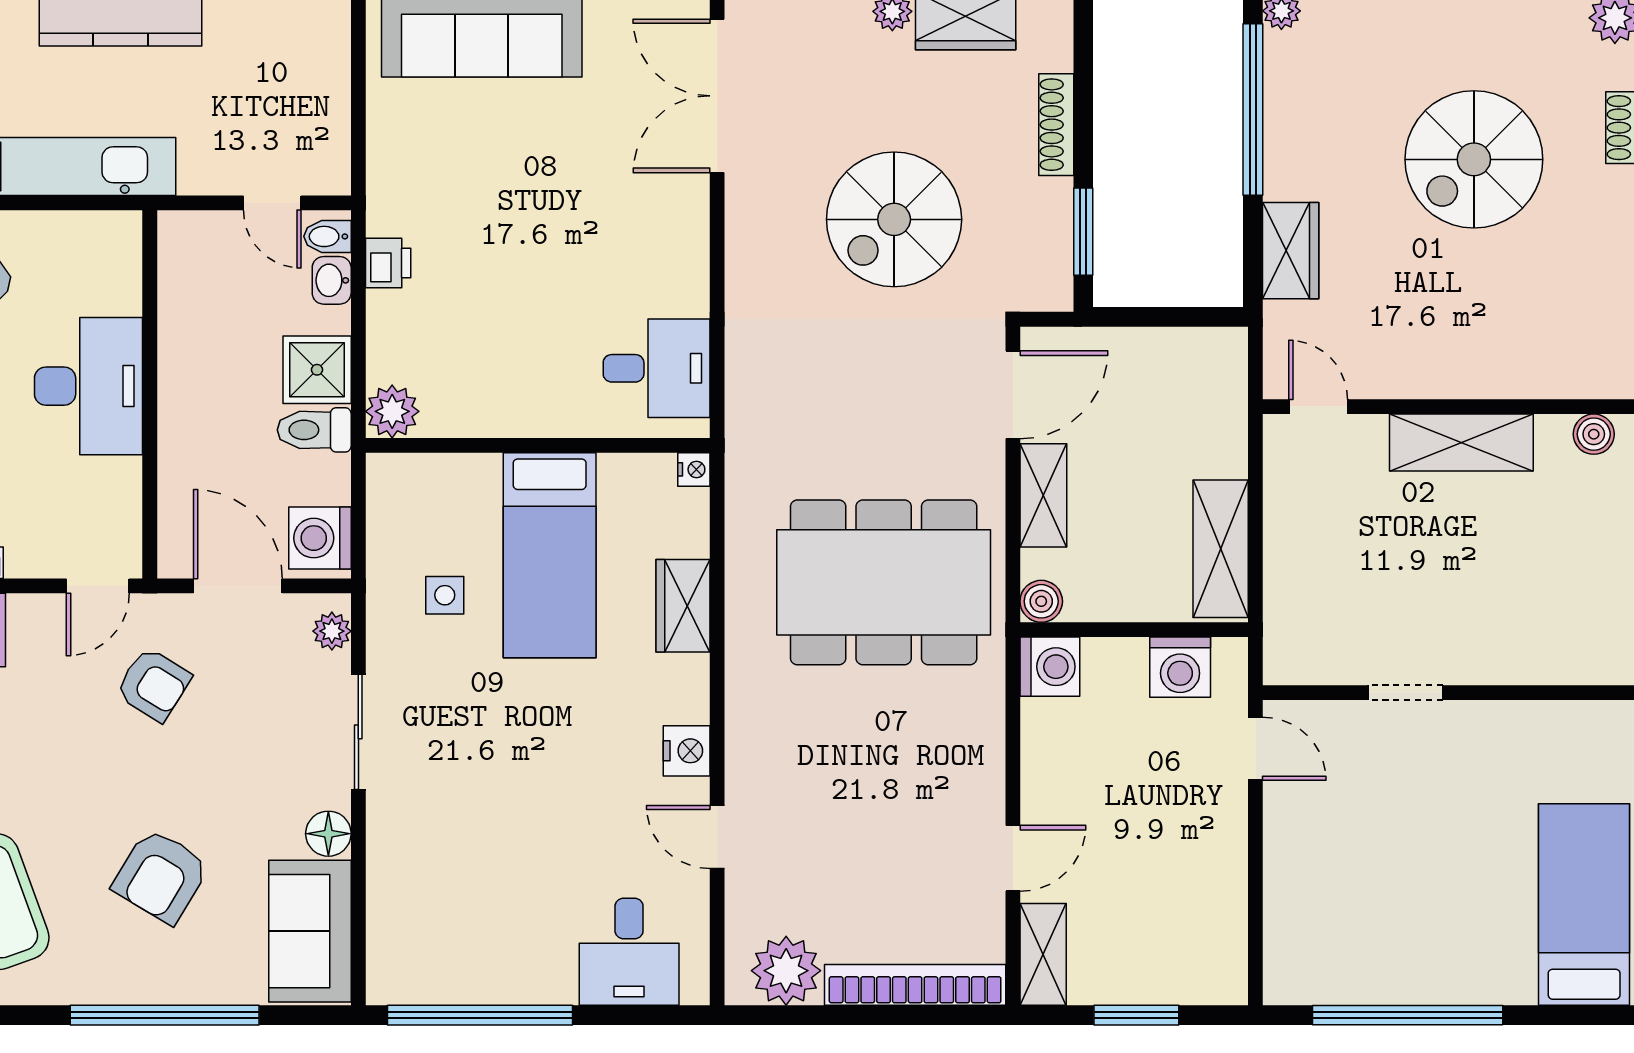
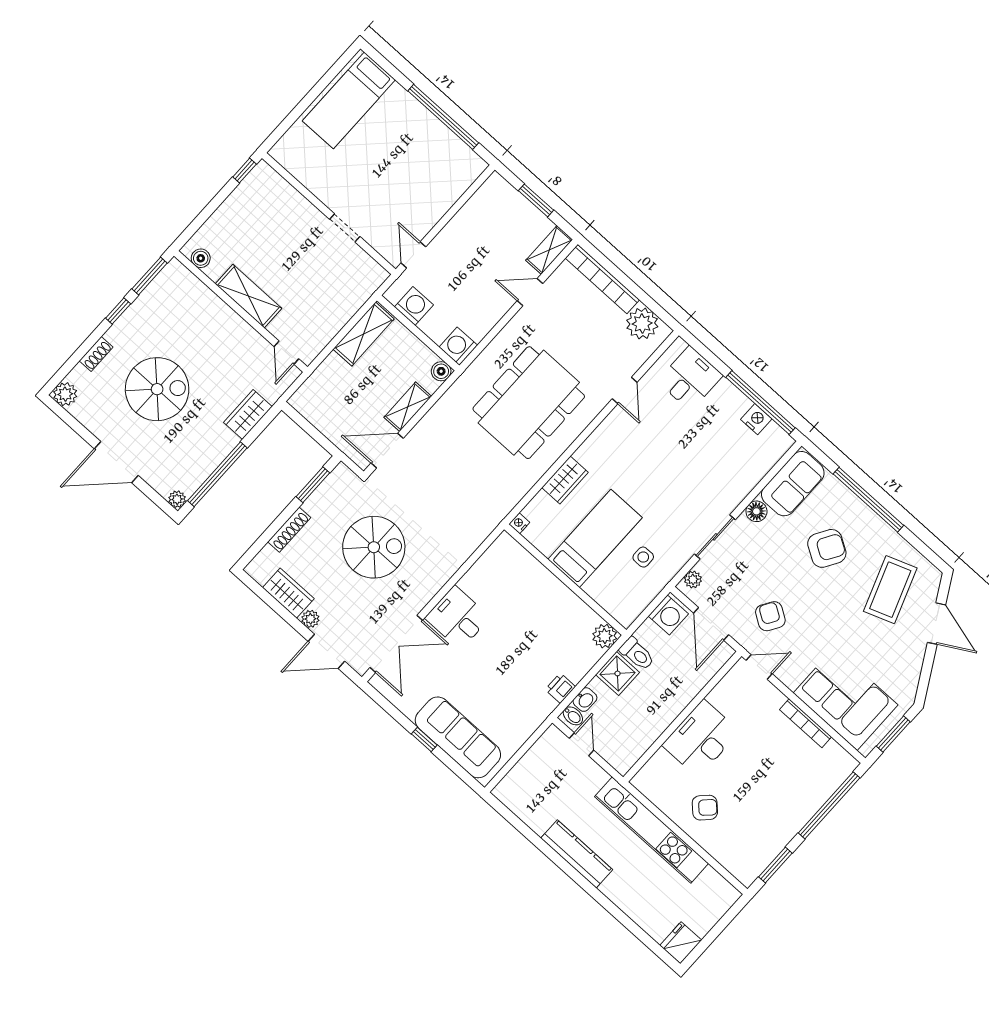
desk: (657, 368) -> (458, 618), moved
dining table: (884, 582) -> (529, 403), moved, turned 90
nightstand: (687, 751) -> (756, 419), moved, turned 90

